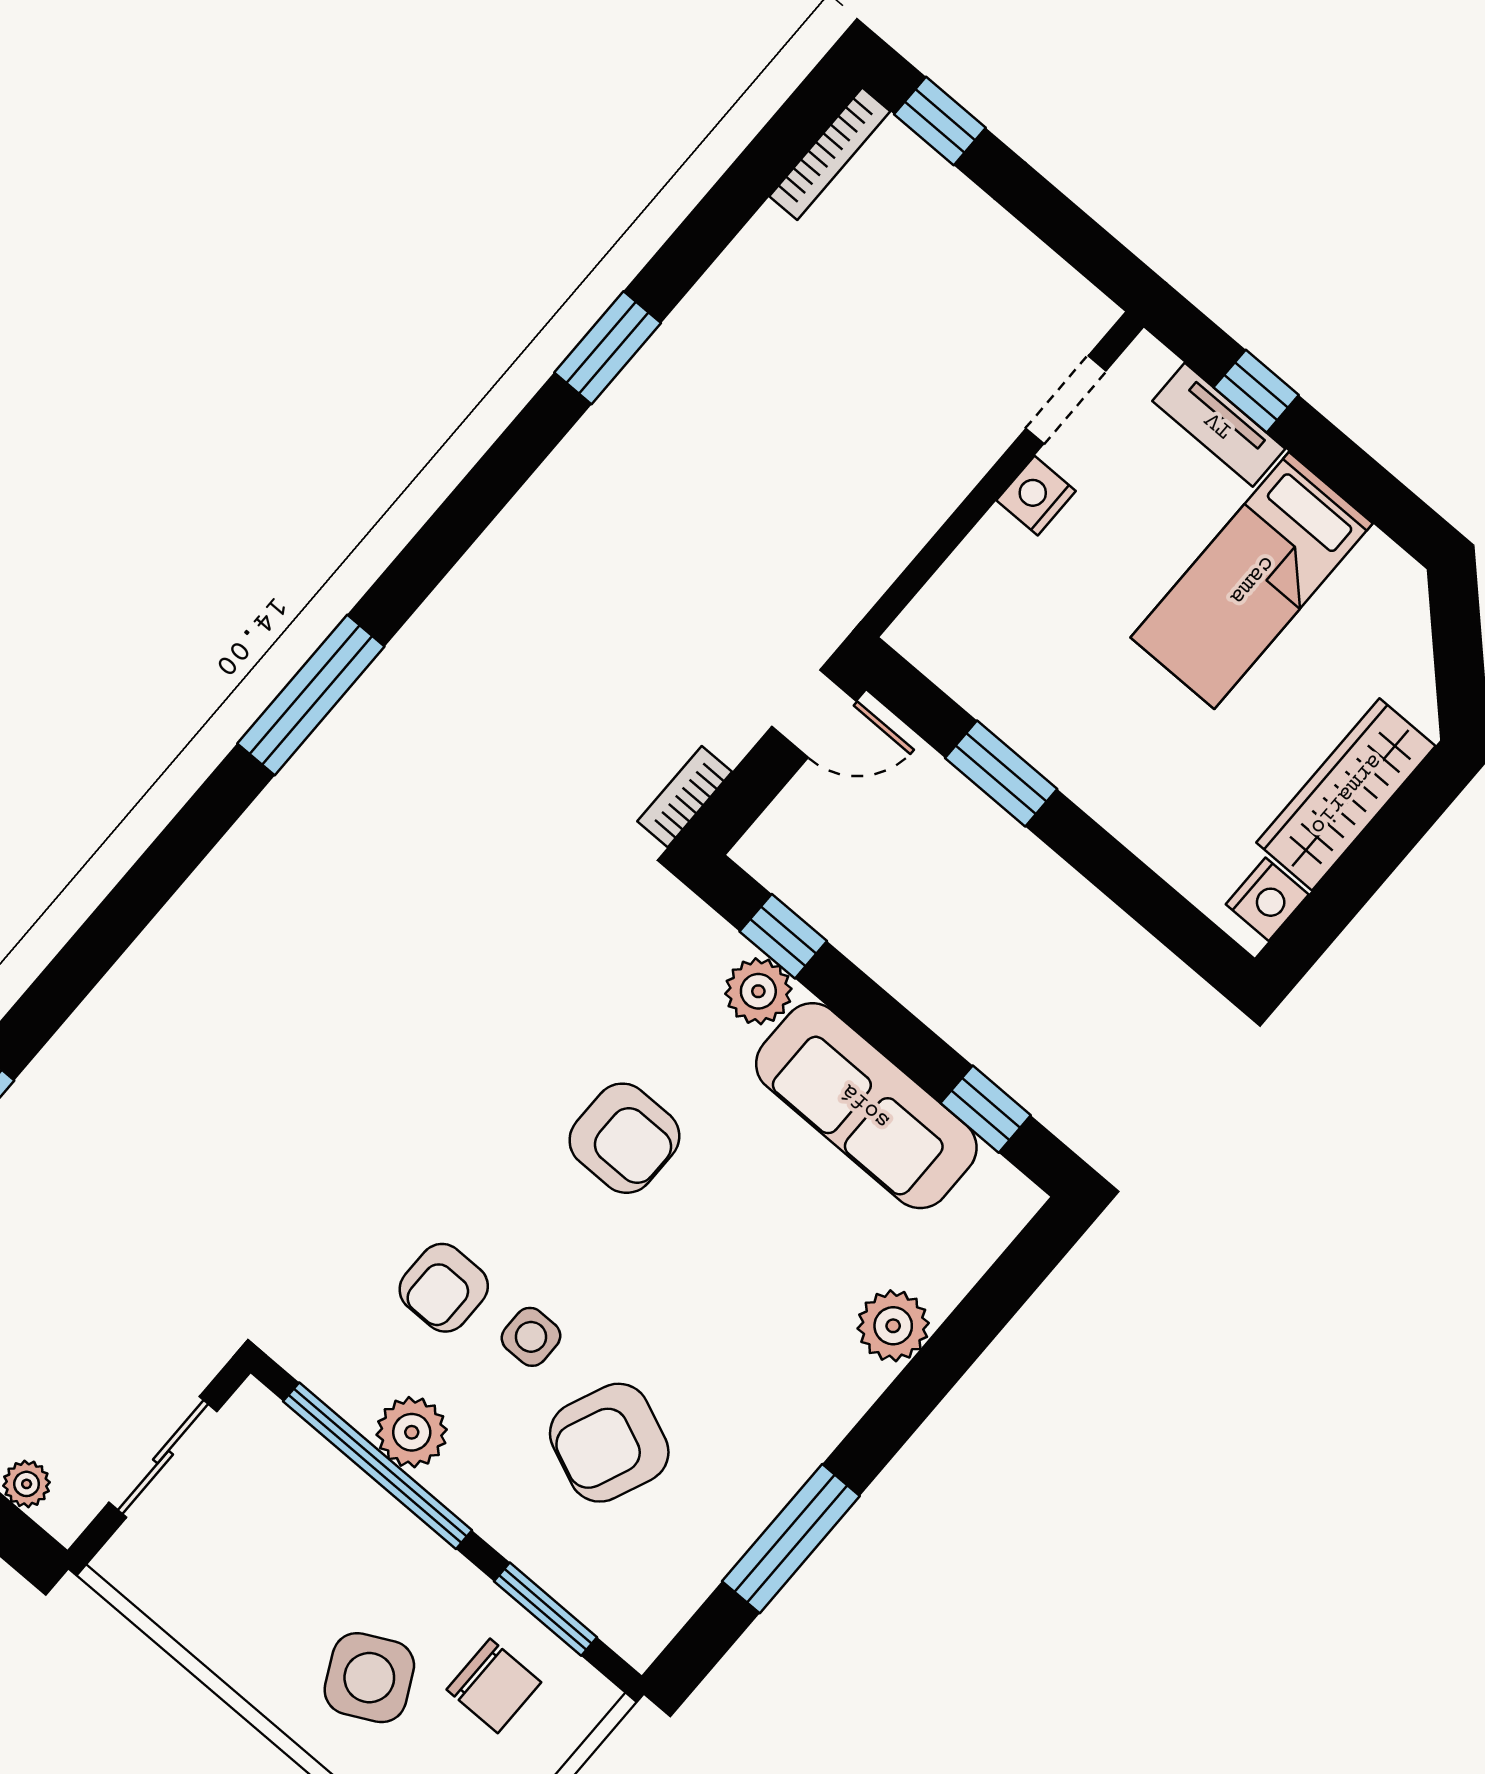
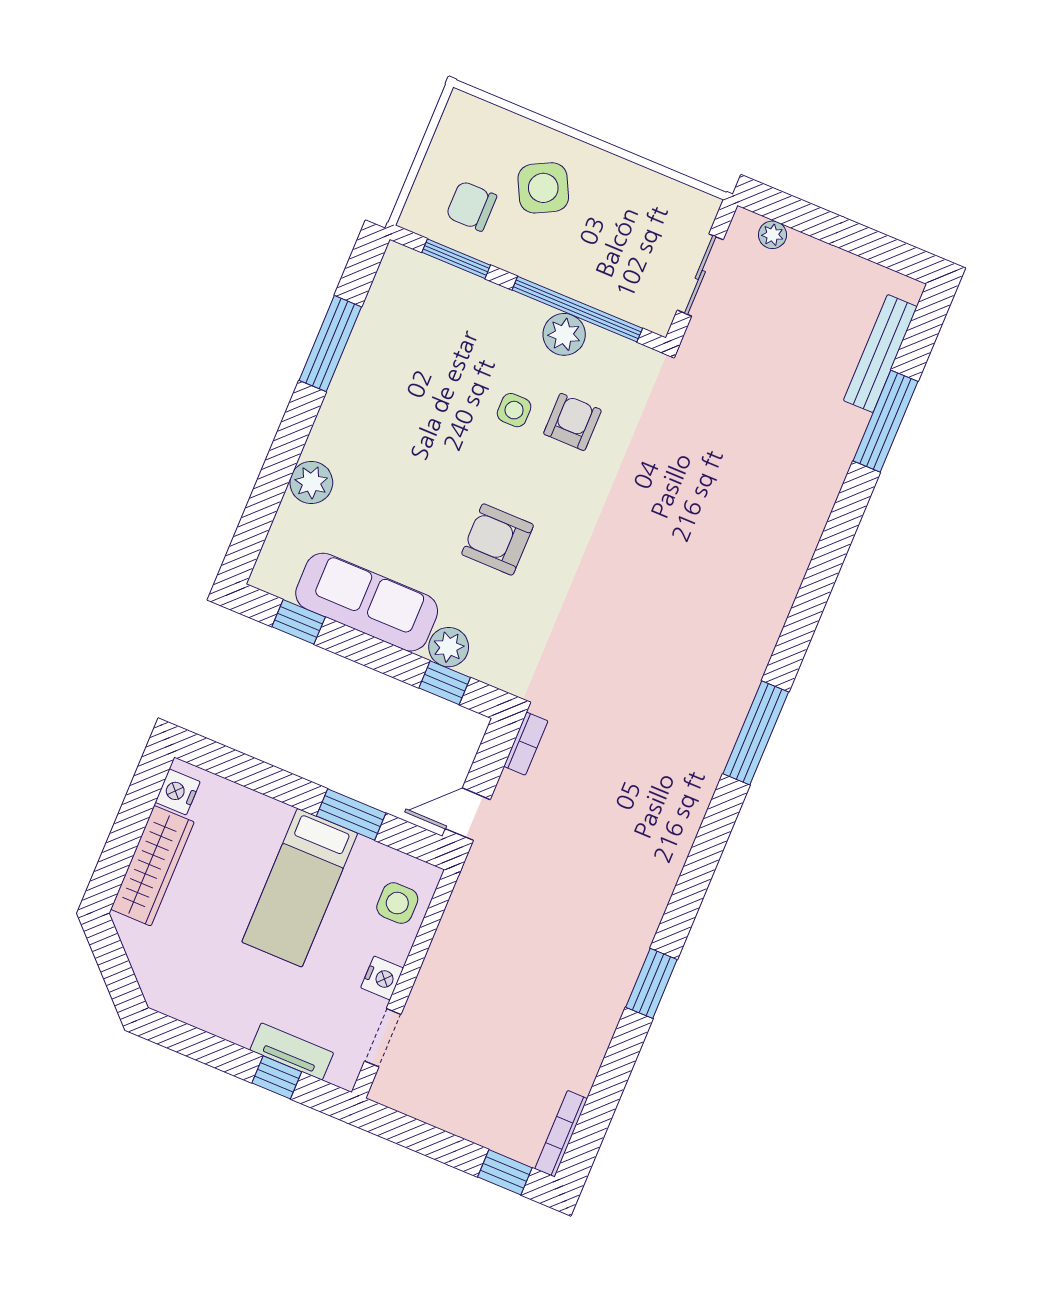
bed: (1252, 580) -> (300, 888), moved, turned 180
side table: (973, 608) -> (397, 903), added
armchair: (609, 1443) -> (451, 365), removed

